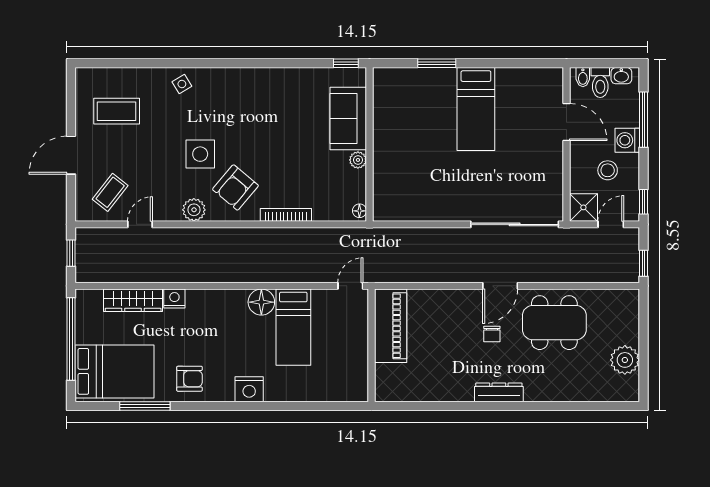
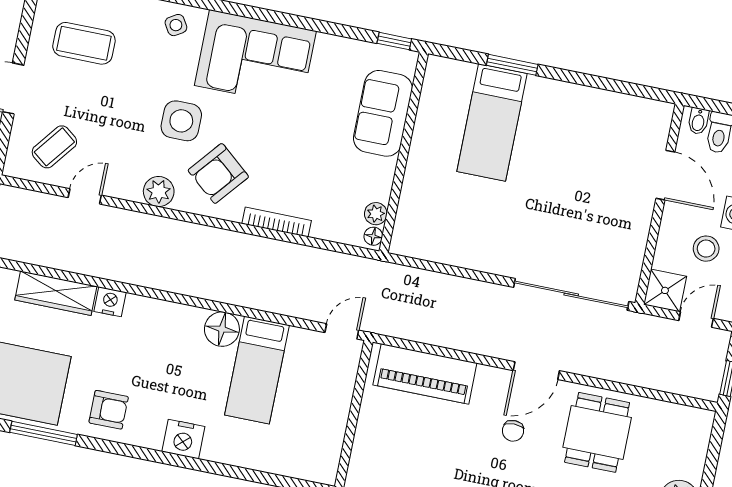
corner sofa: (246, 97) -> (255, 58), added
bed: (476, 109) -> (492, 123), moved
plant: (358, 160) -> (376, 214), moved
dining table: (554, 323) -> (597, 432), width x0.73
piano: (391, 326) -> (425, 374), moved, turned 90

